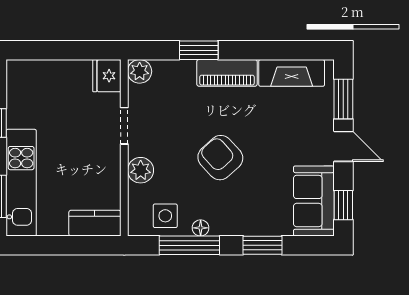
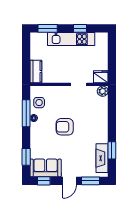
window: (199, 50) -> (112, 150), moved
piano: (227, 73) -> (102, 130), removed
armchair: (220, 158) -> (65, 127), turned -138
plant: (141, 170) -> (59, 92), removed
kitchen unit: (21, 183) -> (71, 39), moved
window: (262, 245) -> (26, 157), moved

